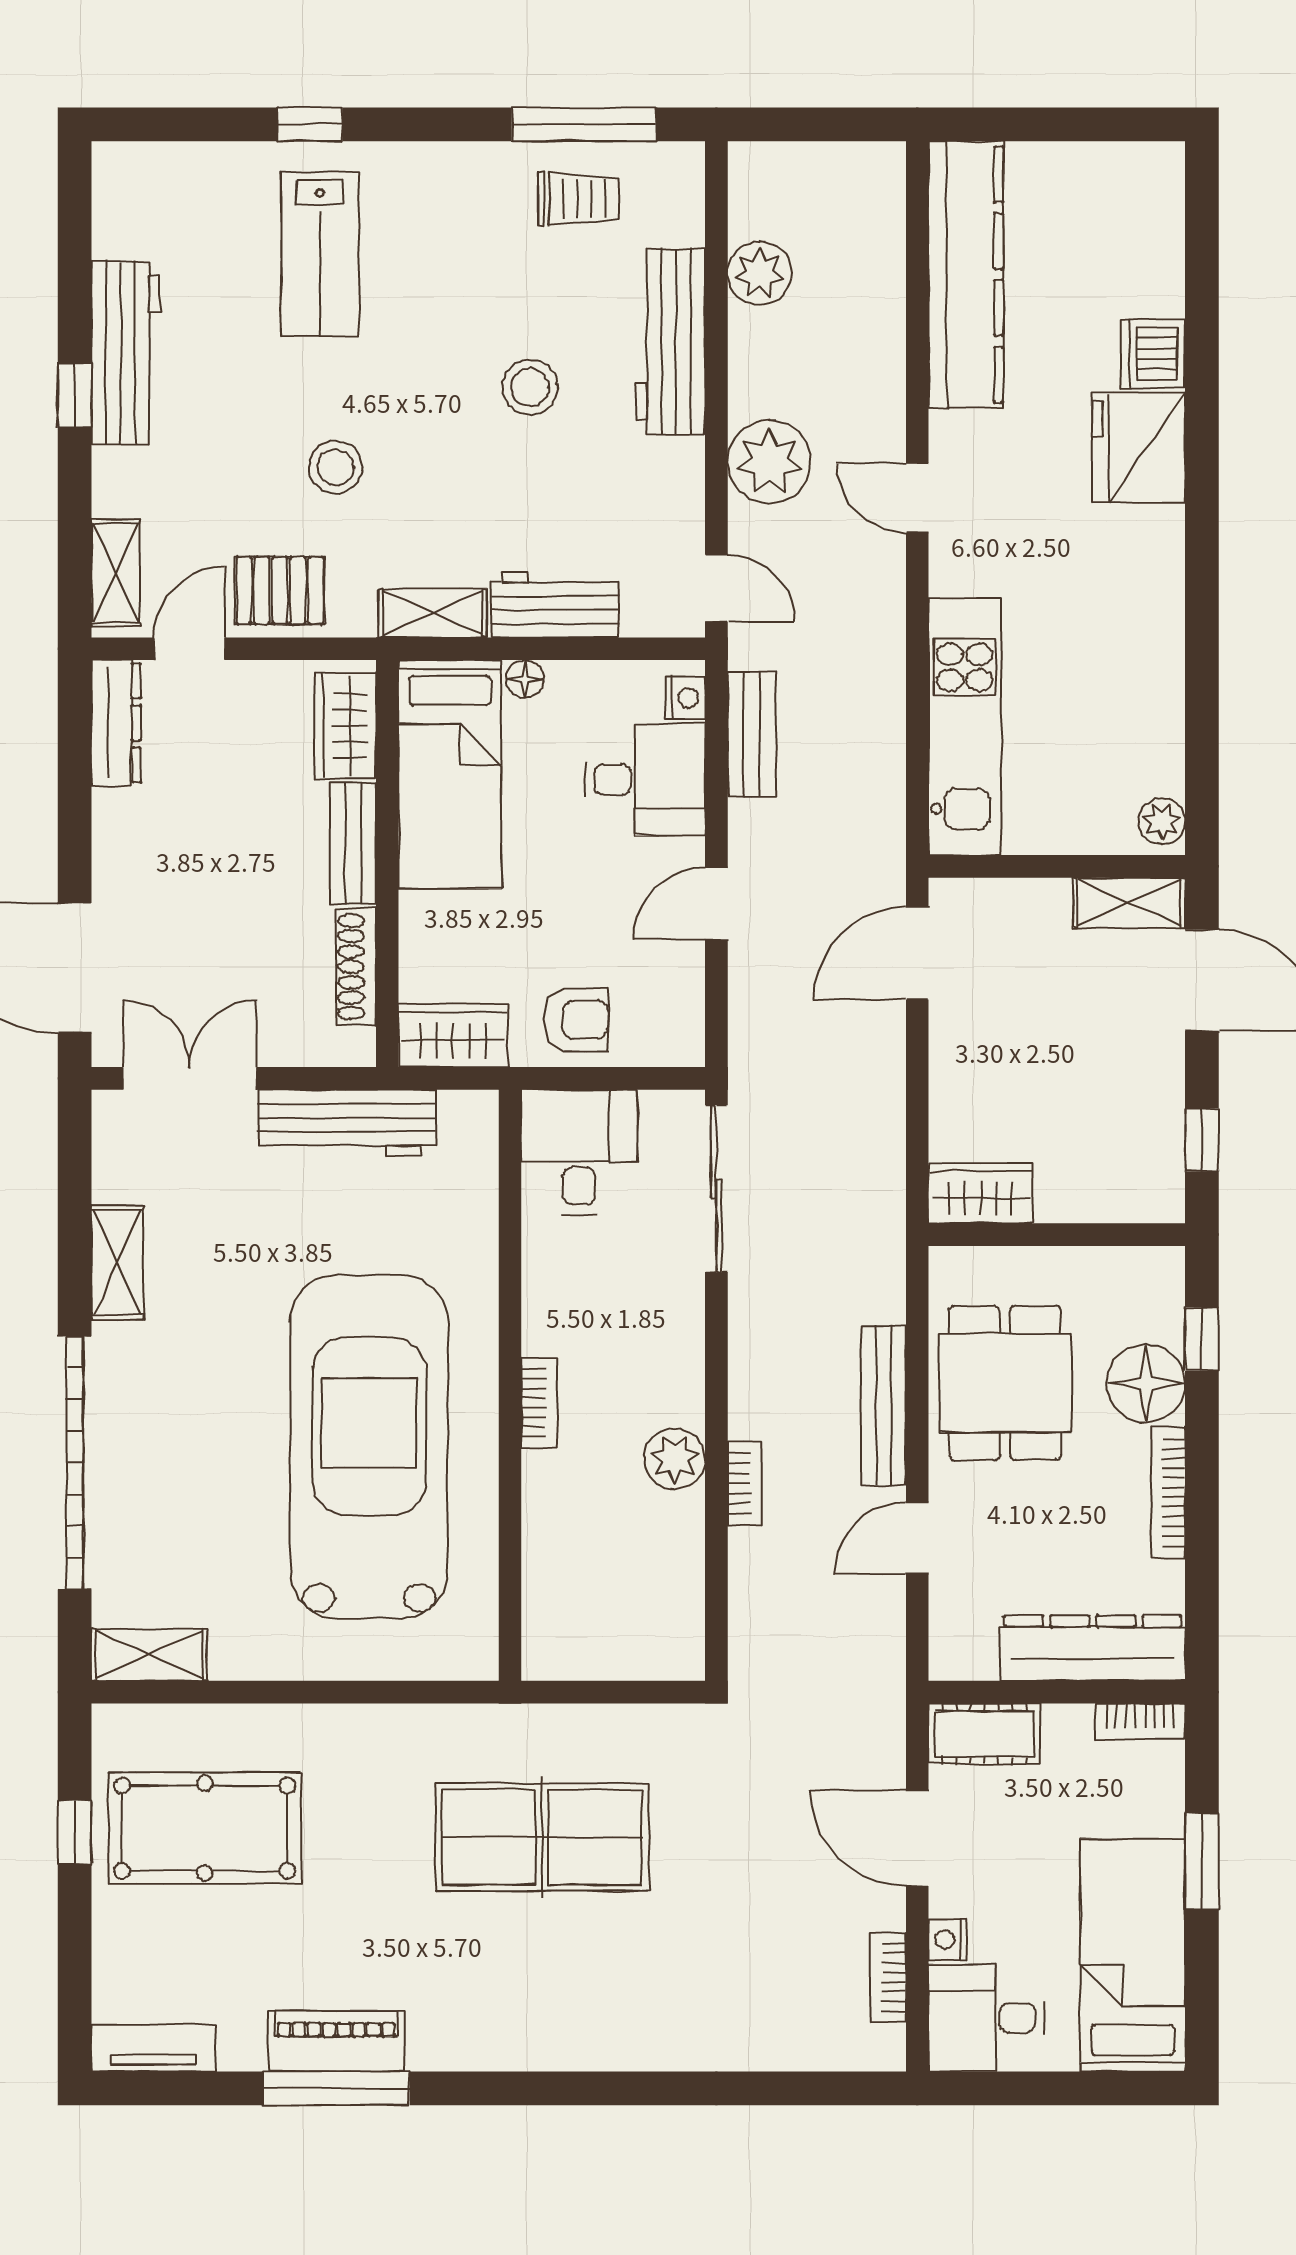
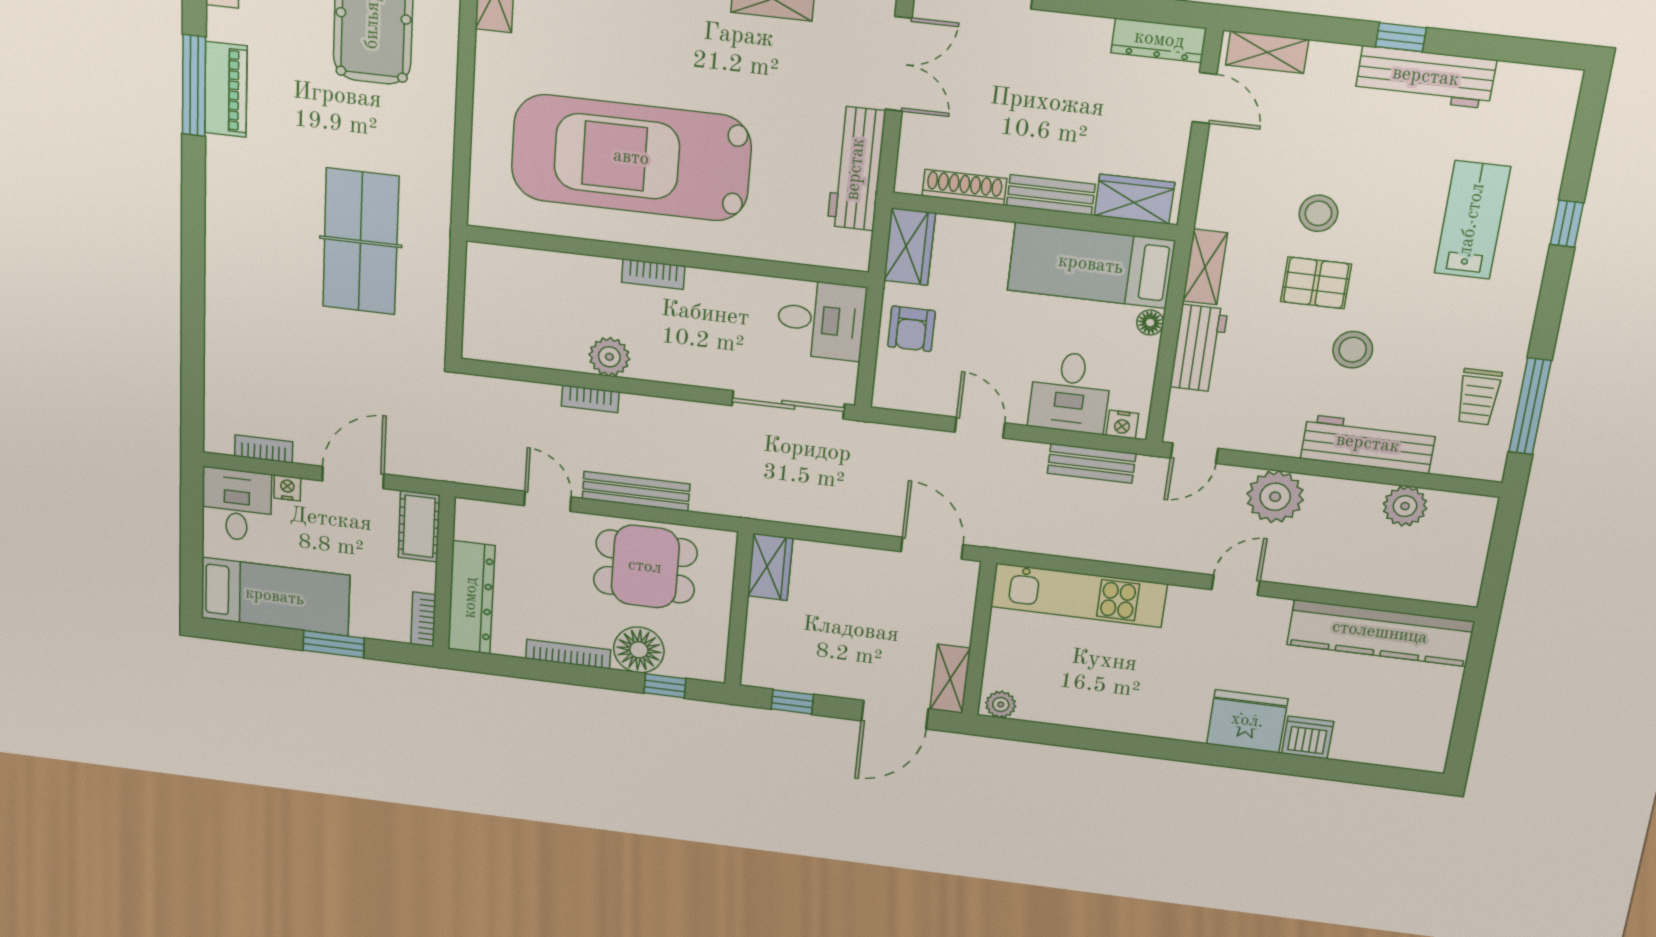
lab bench: (320, 254) -> (1472, 220), turned 90
pallet: (280, 590) -> (1316, 283), moved, turned 90
car: (369, 1447) -> (631, 158), turned 180

